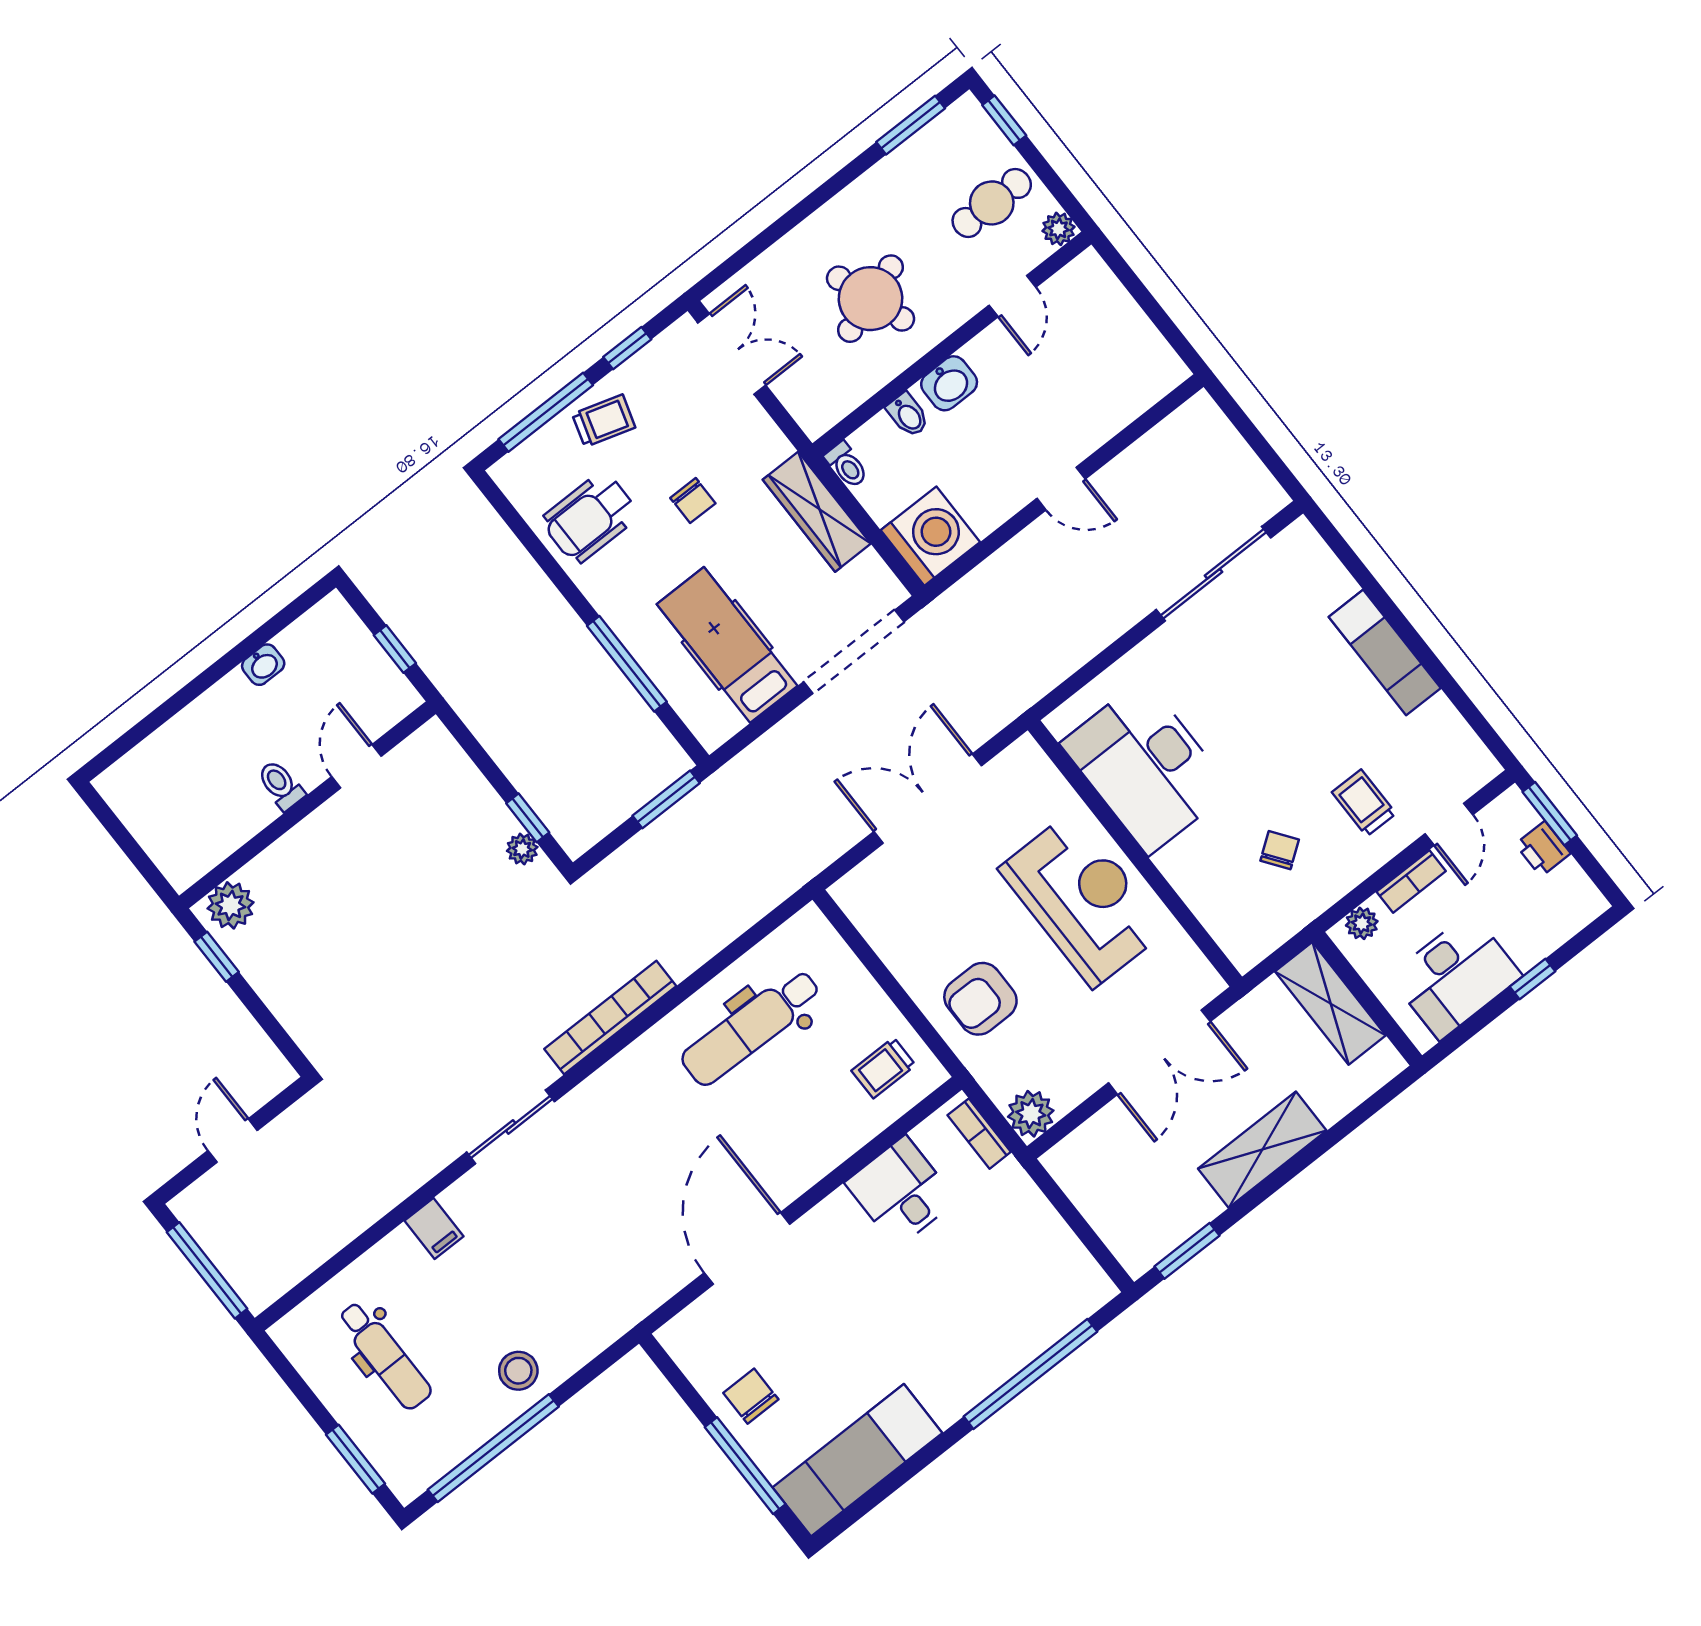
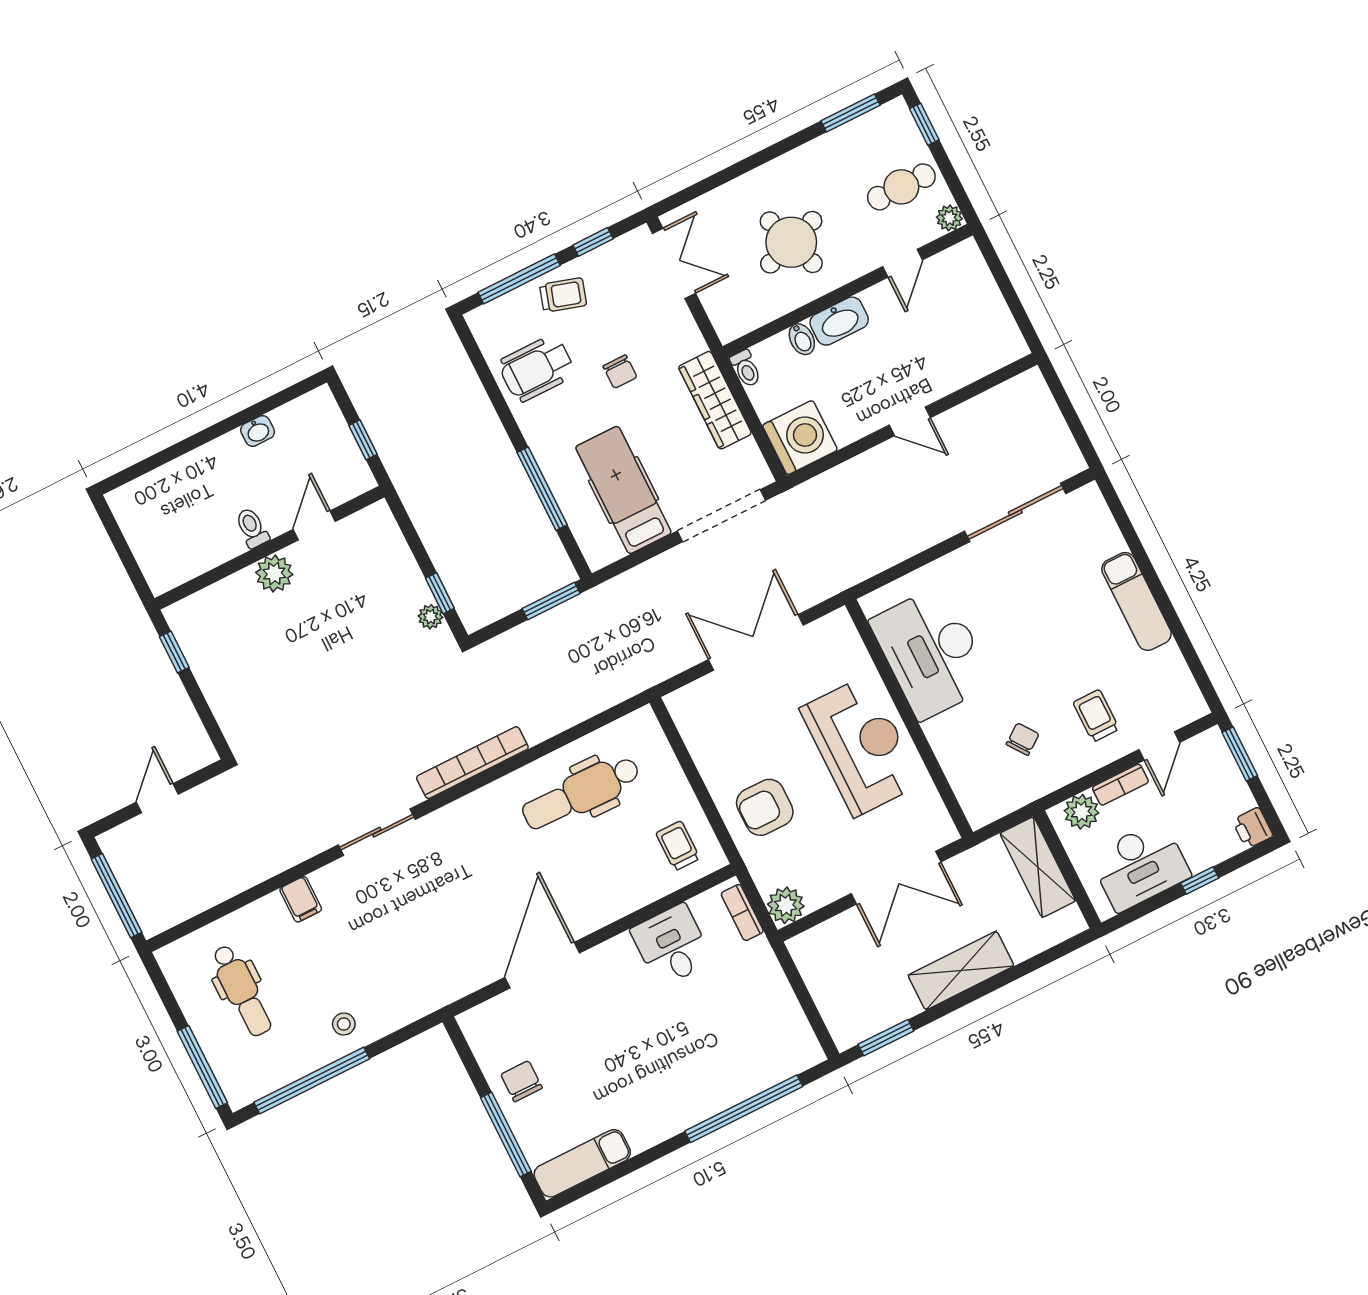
washbasin: (949, 383) -> (839, 321), width x1.38
printer: (1543, 849) -> (1253, 828), moved
plant: (231, 905) -> (274, 574), moved
plant: (1362, 923) -> (1081, 812), width x1.38, depth x1.38
trolley: (883, 1068) -> (678, 846), turned 90
stool: (518, 1371) -> (344, 1024), width x0.73, depth x0.73
window: (356, 1459) -> (202, 1067), width x1.44
exam couch: (857, 1460) -> (582, 1163), width x0.73, depth x0.69

